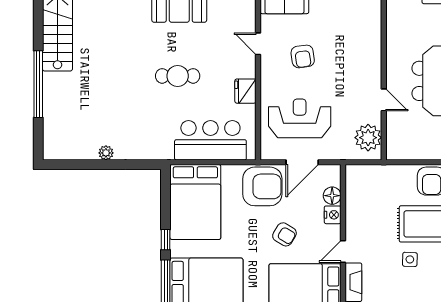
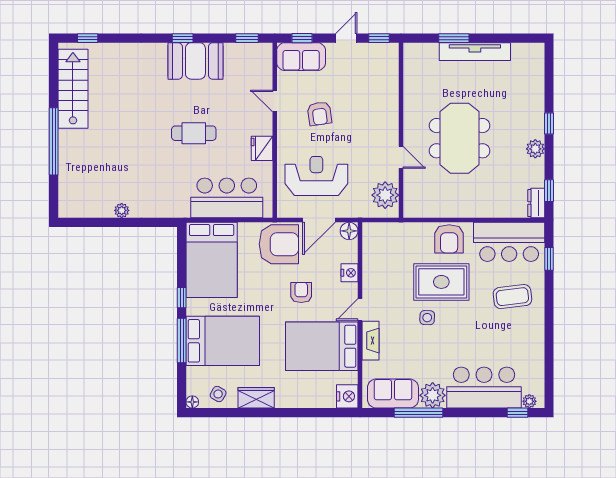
floor lamp: (332, 196) -> (349, 231), moved
armchair: (284, 234) -> (301, 292), turned -121

